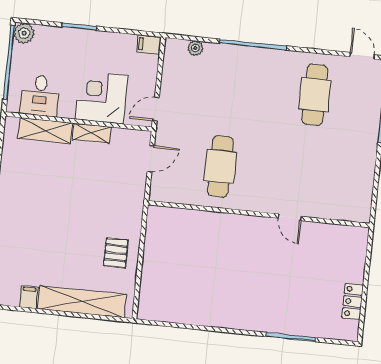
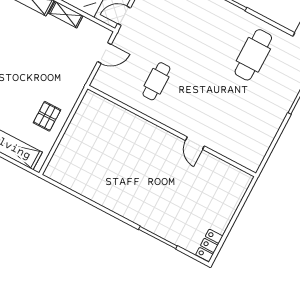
cafe table: (220, 166) -> (156, 81), width x0.73, depth x0.74
locker: (353, 301) -> (209, 245), moved

